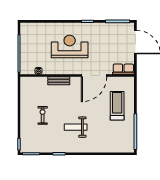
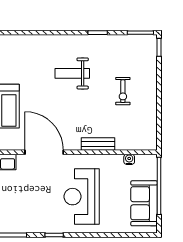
sofa: (29, 42) -> (144, 203), added
reception desk: (70, 46) -> (82, 197), turned 90
door: (94, 75) -> (44, 152), hinge flipped
weight bench: (76, 127) -> (72, 73), turned 180

